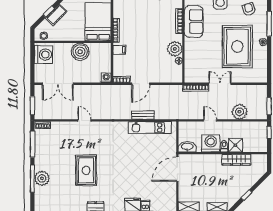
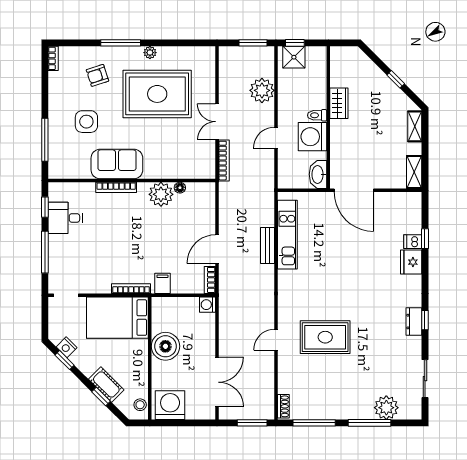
door: (141, 84) -> (217, 249), swing flipped
shower: (235, 145) -> (294, 57), moved
wardrobe: (236, 160) -> (339, 103), width x0.67
rug: (86, 170) -> (325, 337), moved
plant: (42, 178) -> (386, 408), moved

